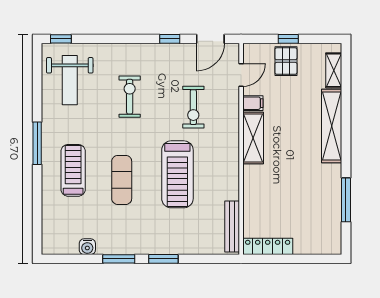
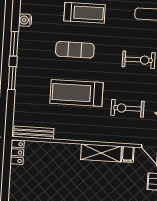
locker: (268, 246) -> (17, 152), width x0.66

